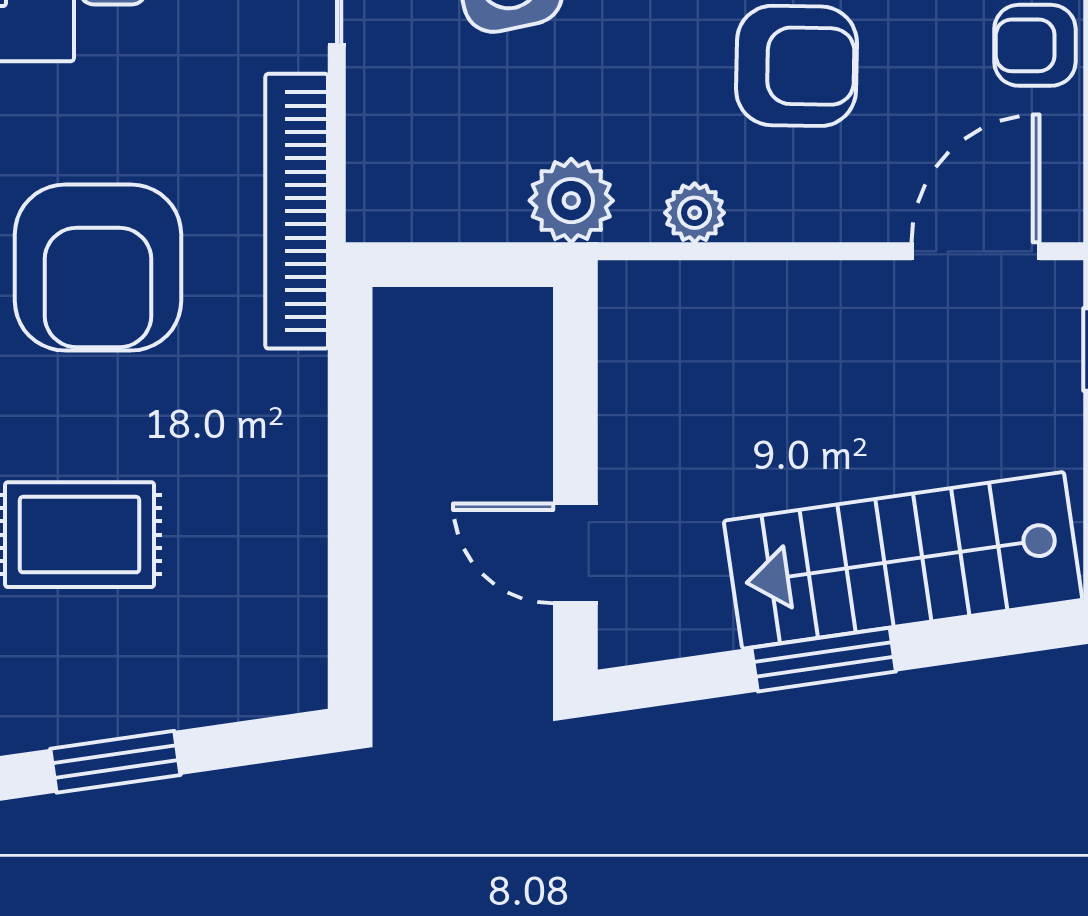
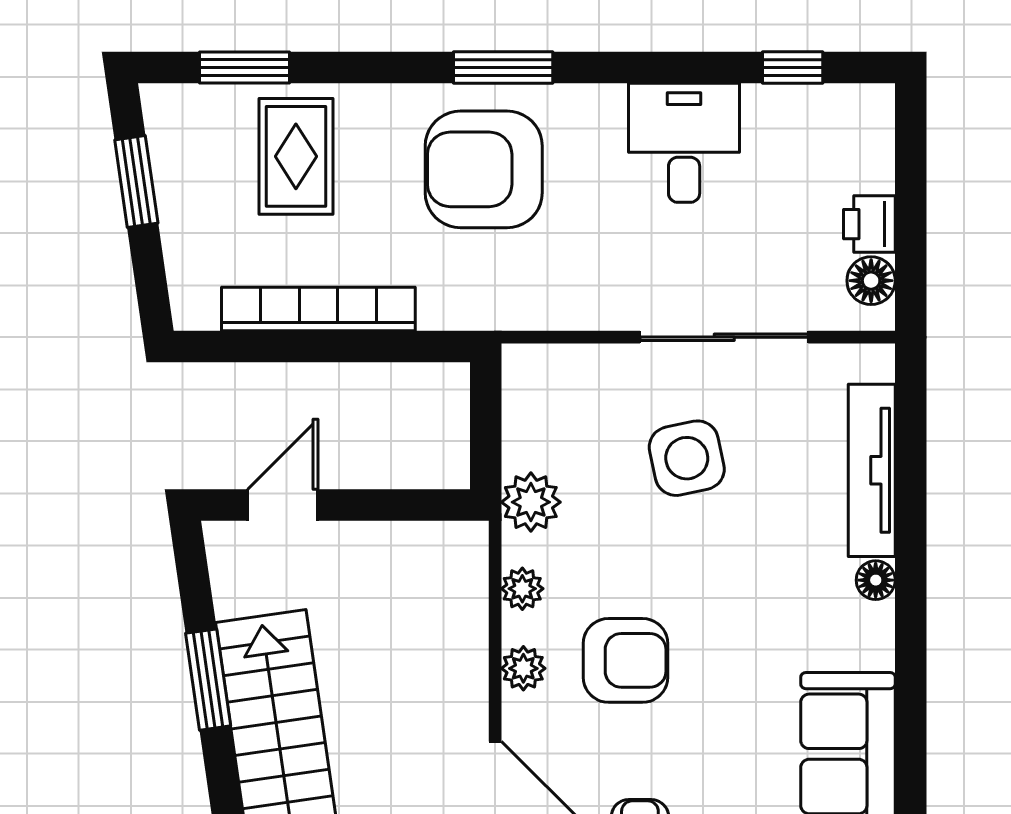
armchair: (796, 66) -> (625, 660), turned -91
bookcase: (297, 211) -> (318, 309), moved
plant: (808, 211) -> (523, 668), added

